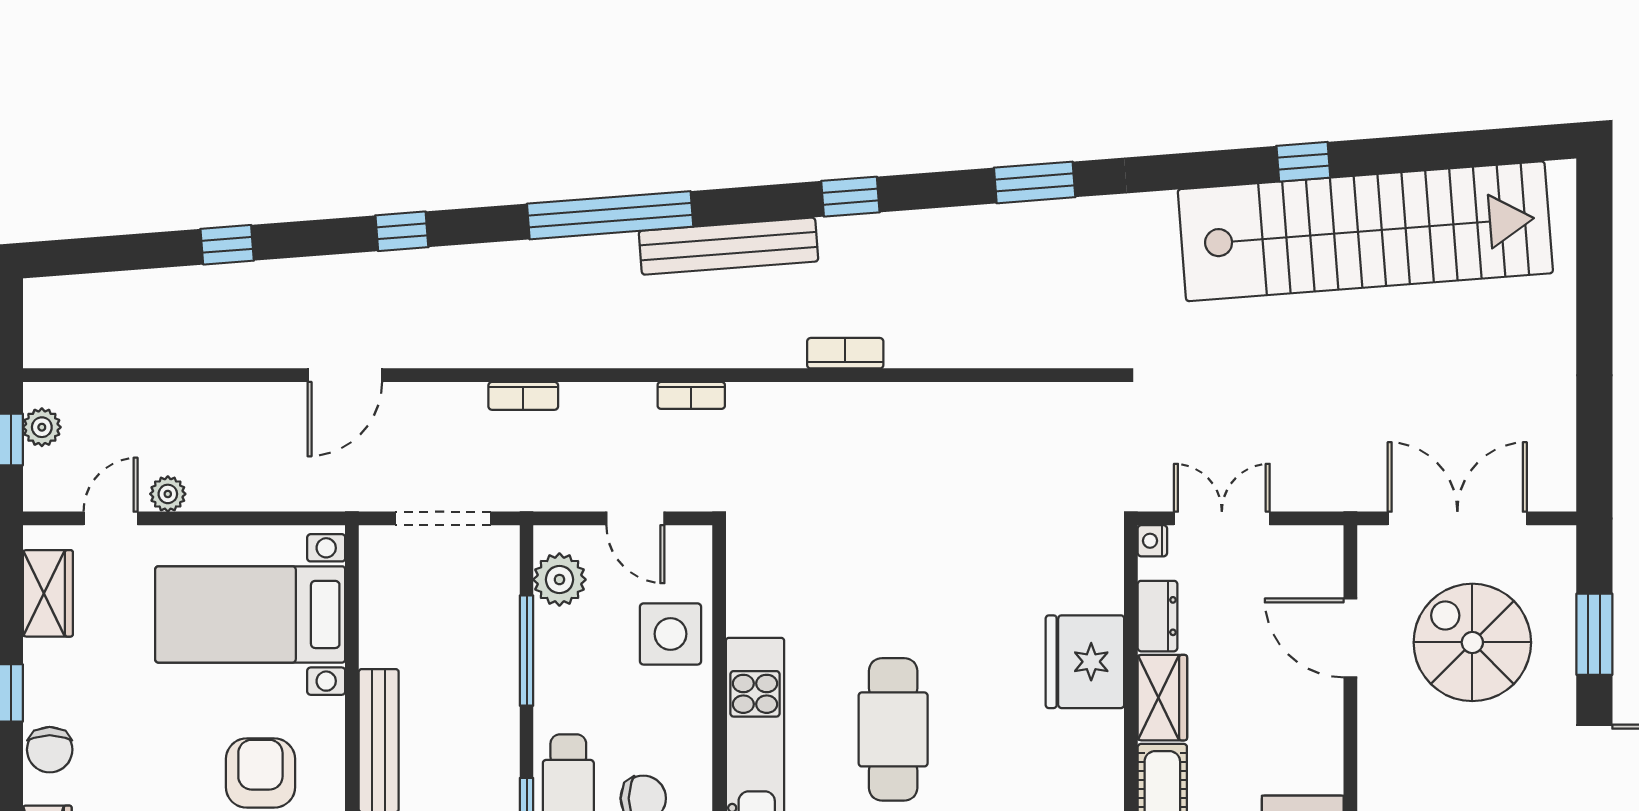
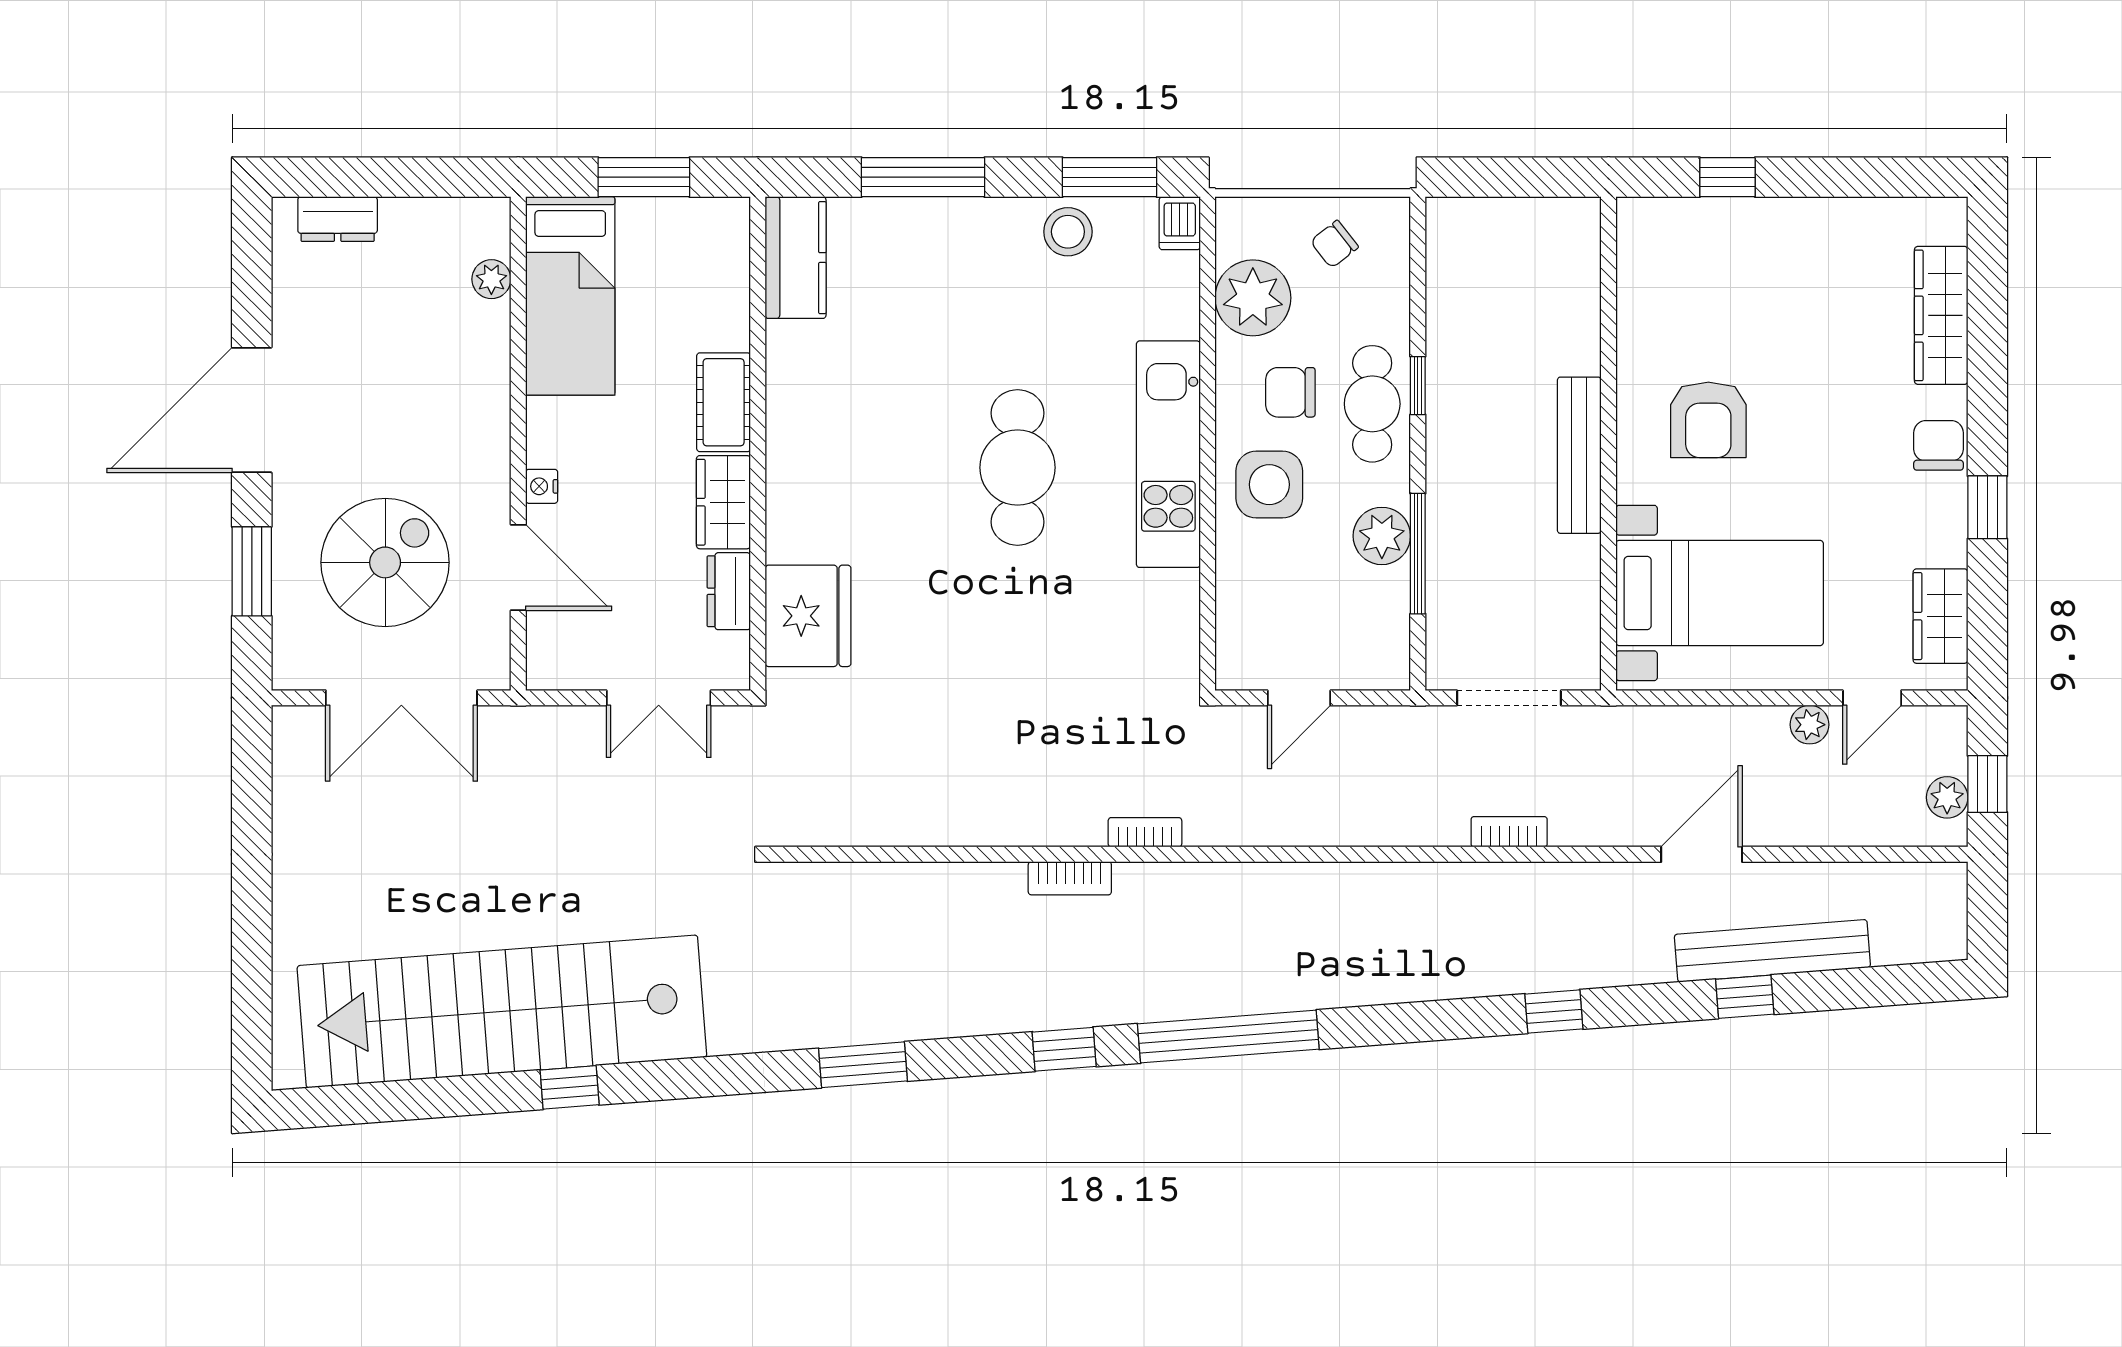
window: (610, 215) -> (1228, 1037), moved
bench: (729, 246) -> (1772, 951), moved
door: (345, 375) -> (1702, 854), moved
bookcase: (691, 395) -> (1145, 832), moved
bookcase: (523, 396) -> (1509, 832), moved
door: (635, 518) -> (1299, 698), swing flipped
nightstand: (1152, 541) -> (542, 486), moved, turned 180
plant: (559, 580) -> (1382, 536), moved
side table: (670, 634) -> (1269, 485), moved
spiral stairs: (1472, 642) -> (385, 562), turned -90
fridge: (1085, 662) -> (808, 616), moved

